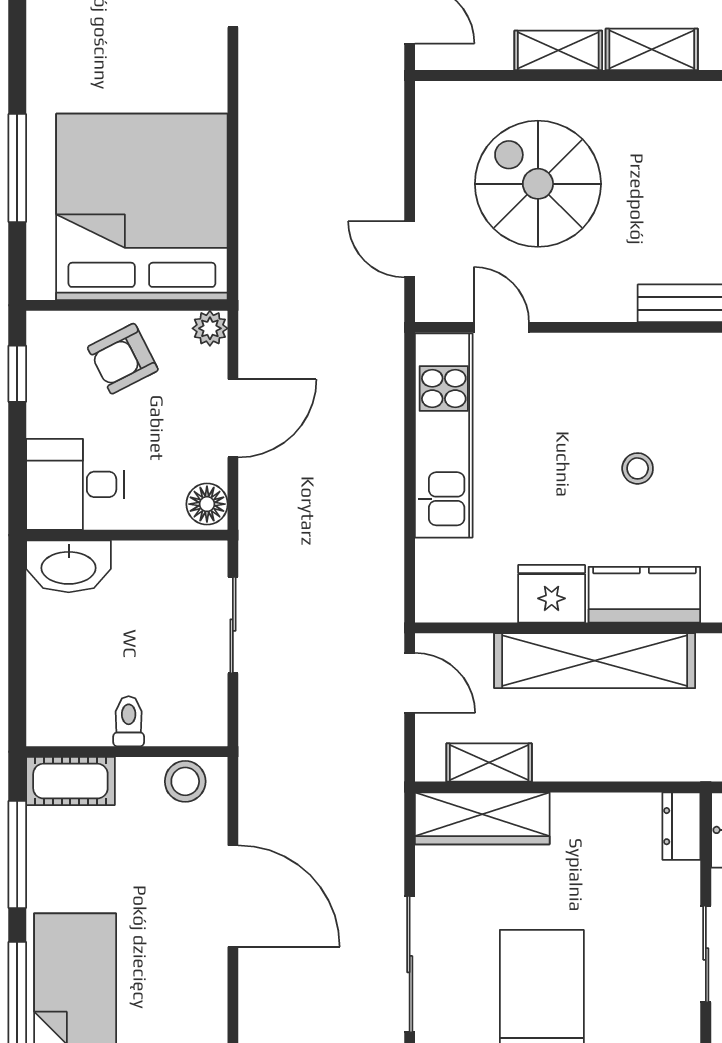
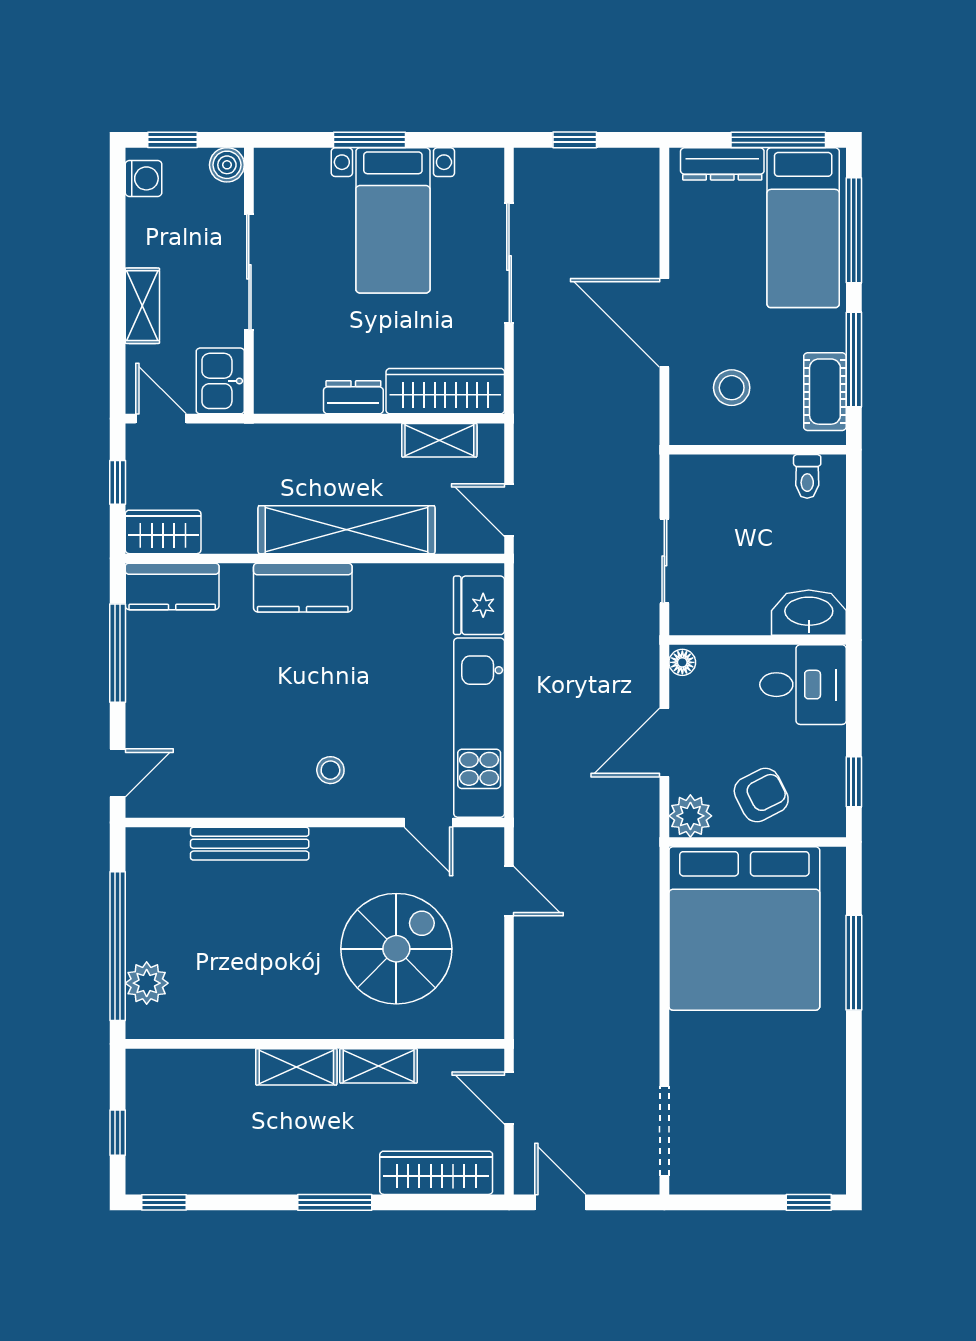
spiral stairs: (538, 184) -> (396, 949), turned -90
plant: (210, 328) -> (690, 816), width x1.38, depth x1.38
stool: (638, 468) -> (330, 770), moved
floor lamp: (207, 504) -> (682, 662), width x0.73, depth x0.73
fridge: (552, 594) -> (479, 605), moved, turned 90
toilet: (129, 721) -> (807, 476), moved
cot: (70, 781) -> (825, 392), moved, turned 90
stool: (185, 781) -> (732, 388), moved
dresser: (681, 826) -> (353, 397), moved, turned -90
sliding door: (706, 954) -> (249, 272), width x1.37

